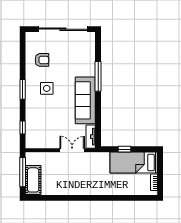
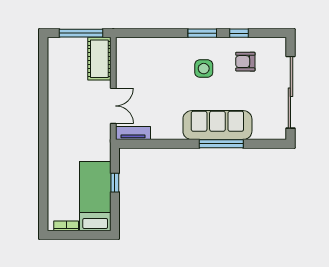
armchair: (42, 60) -> (245, 62), turned 90
sofa: (85, 100) -> (217, 125), moved
window: (23, 128) -> (239, 33), moved
cot: (33, 180) -> (99, 59), moved, turned 90

